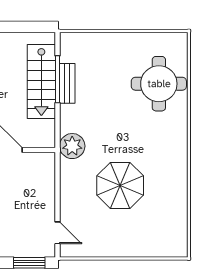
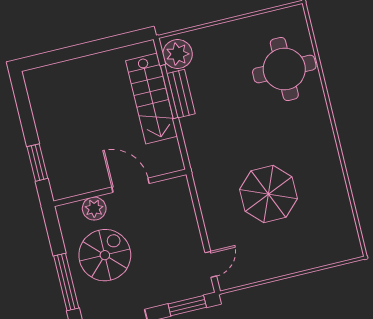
plant: (72, 146) -> (178, 54), moved
door: (57, 233) -> (211, 264), hinge flipped

